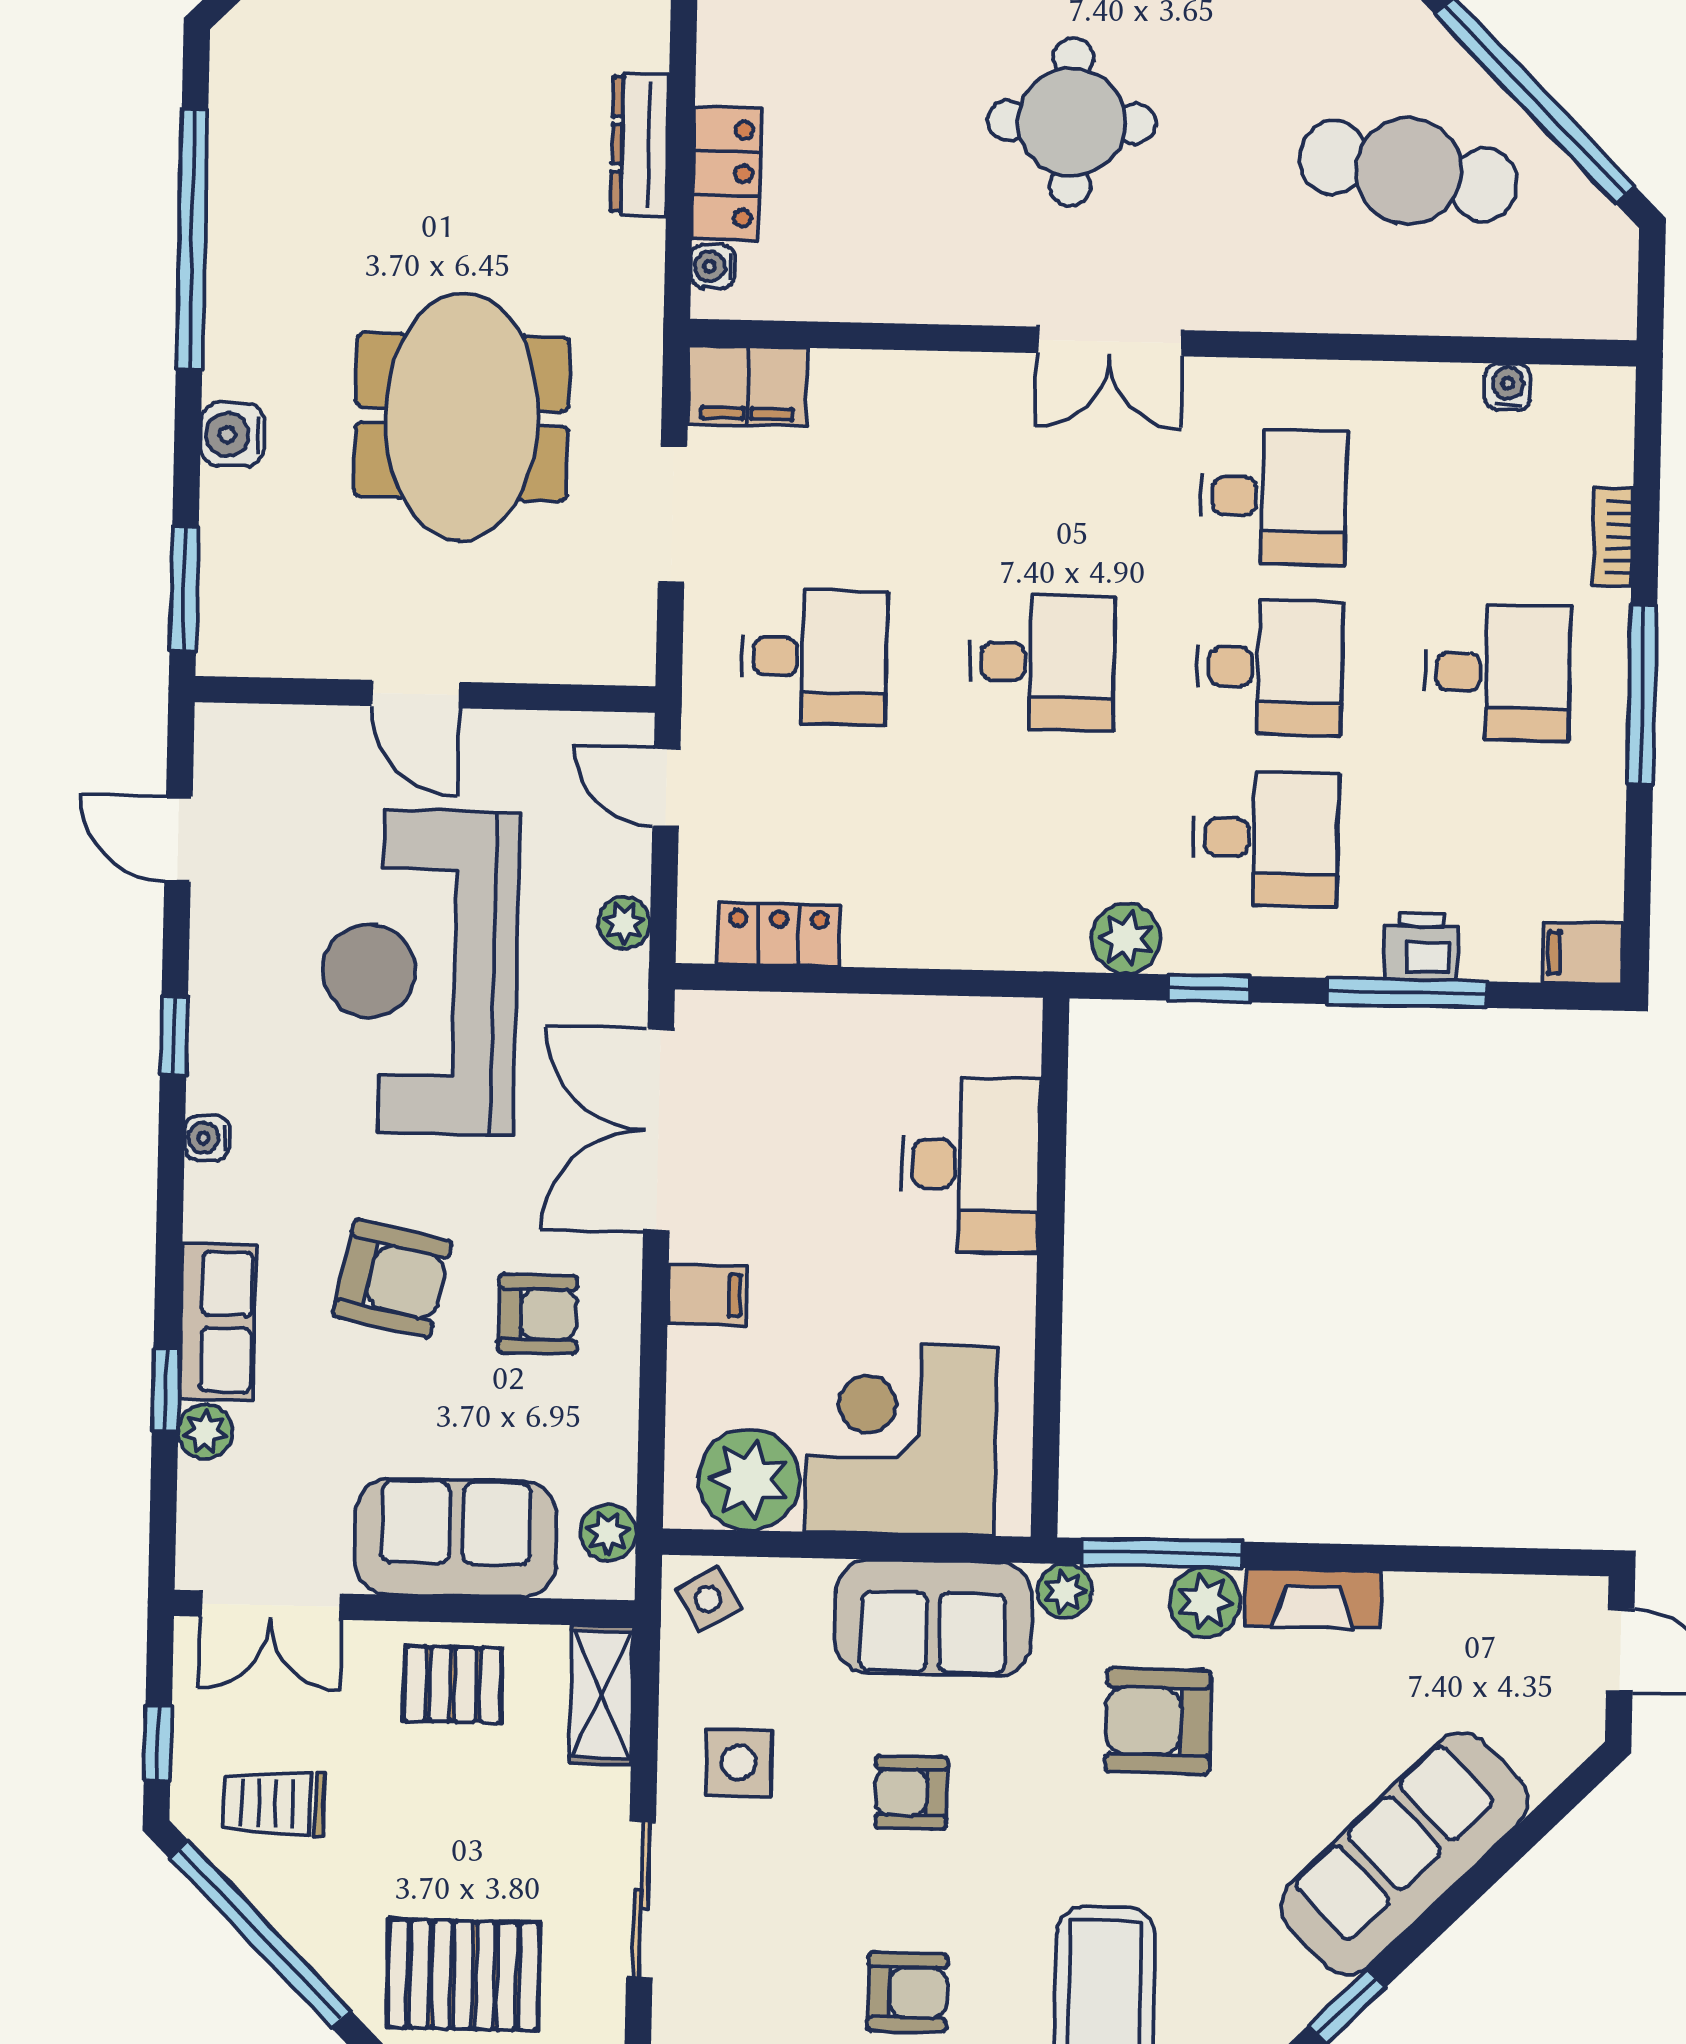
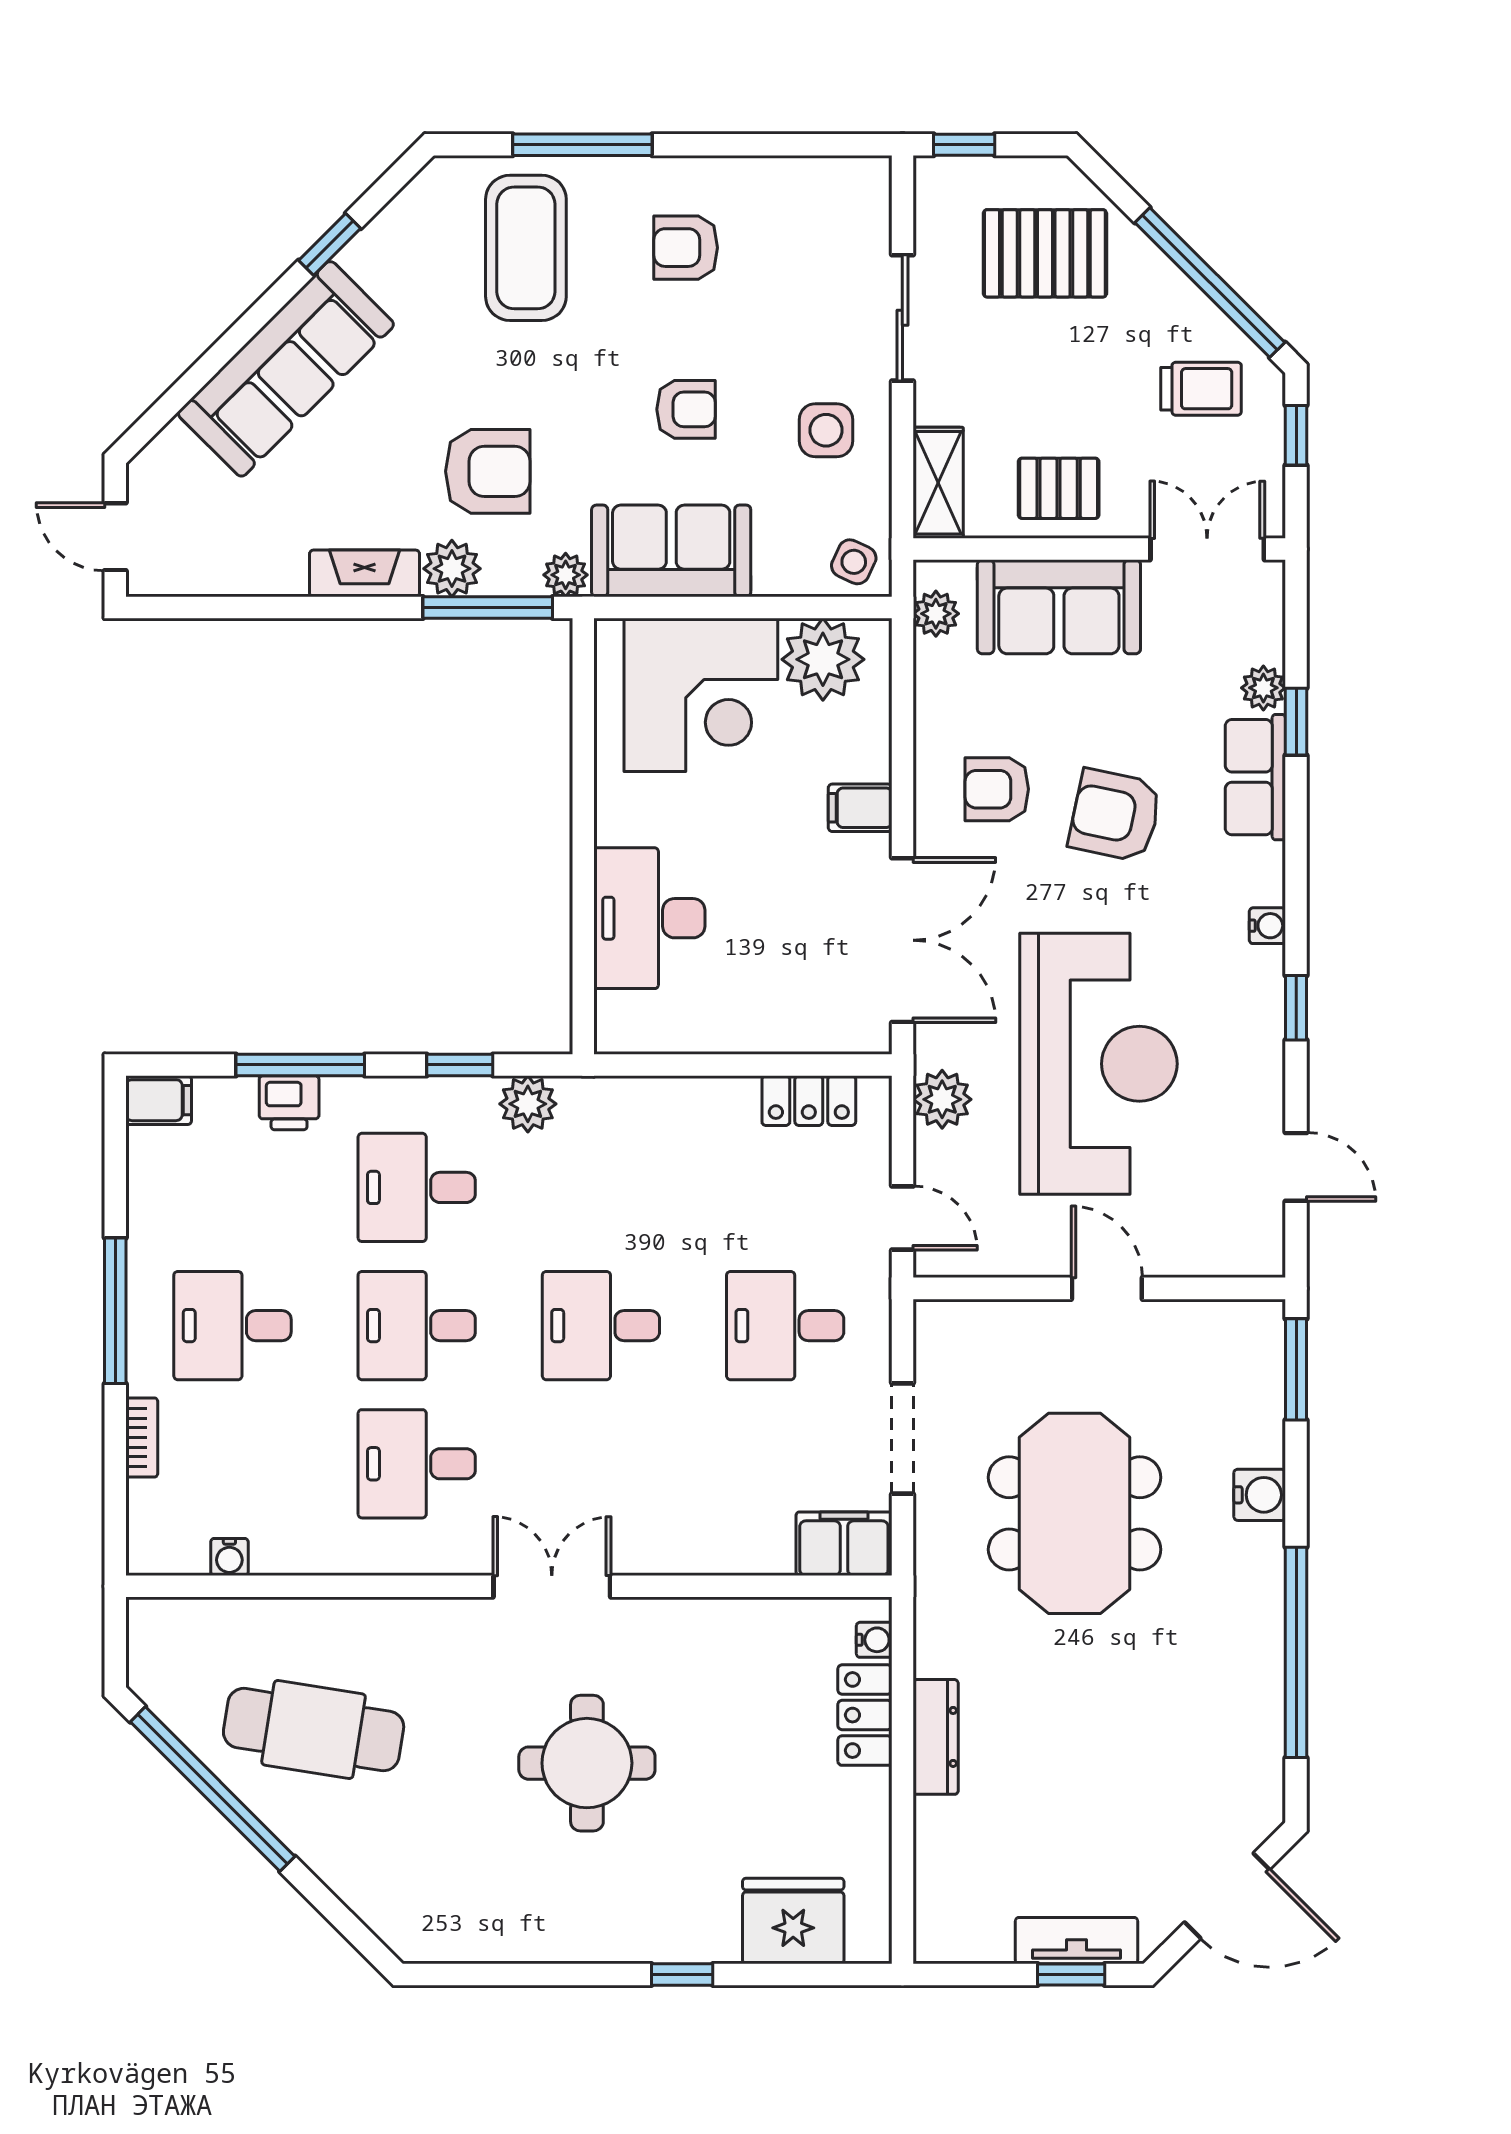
plant: (624, 923) -> (942, 1099), width x1.38, depth x1.38
side table: (708, 1599) -> (854, 562), turned -35

